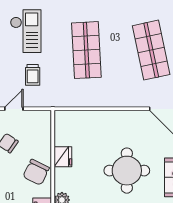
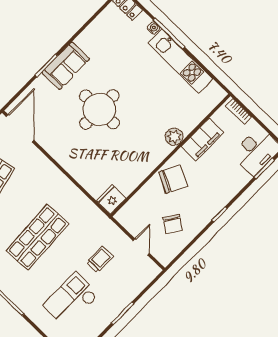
door: (14, 109) -> (141, 247), swing flipped
fridge: (63, 157) -> (111, 199), moved

